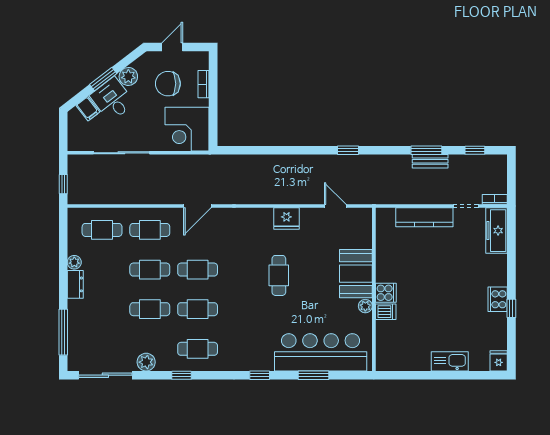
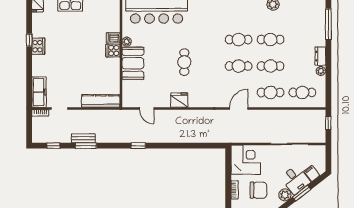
kitchen counter: (424, 217) -> (101, 101), moved
cafe table: (198, 349) -> (239, 13), removed

